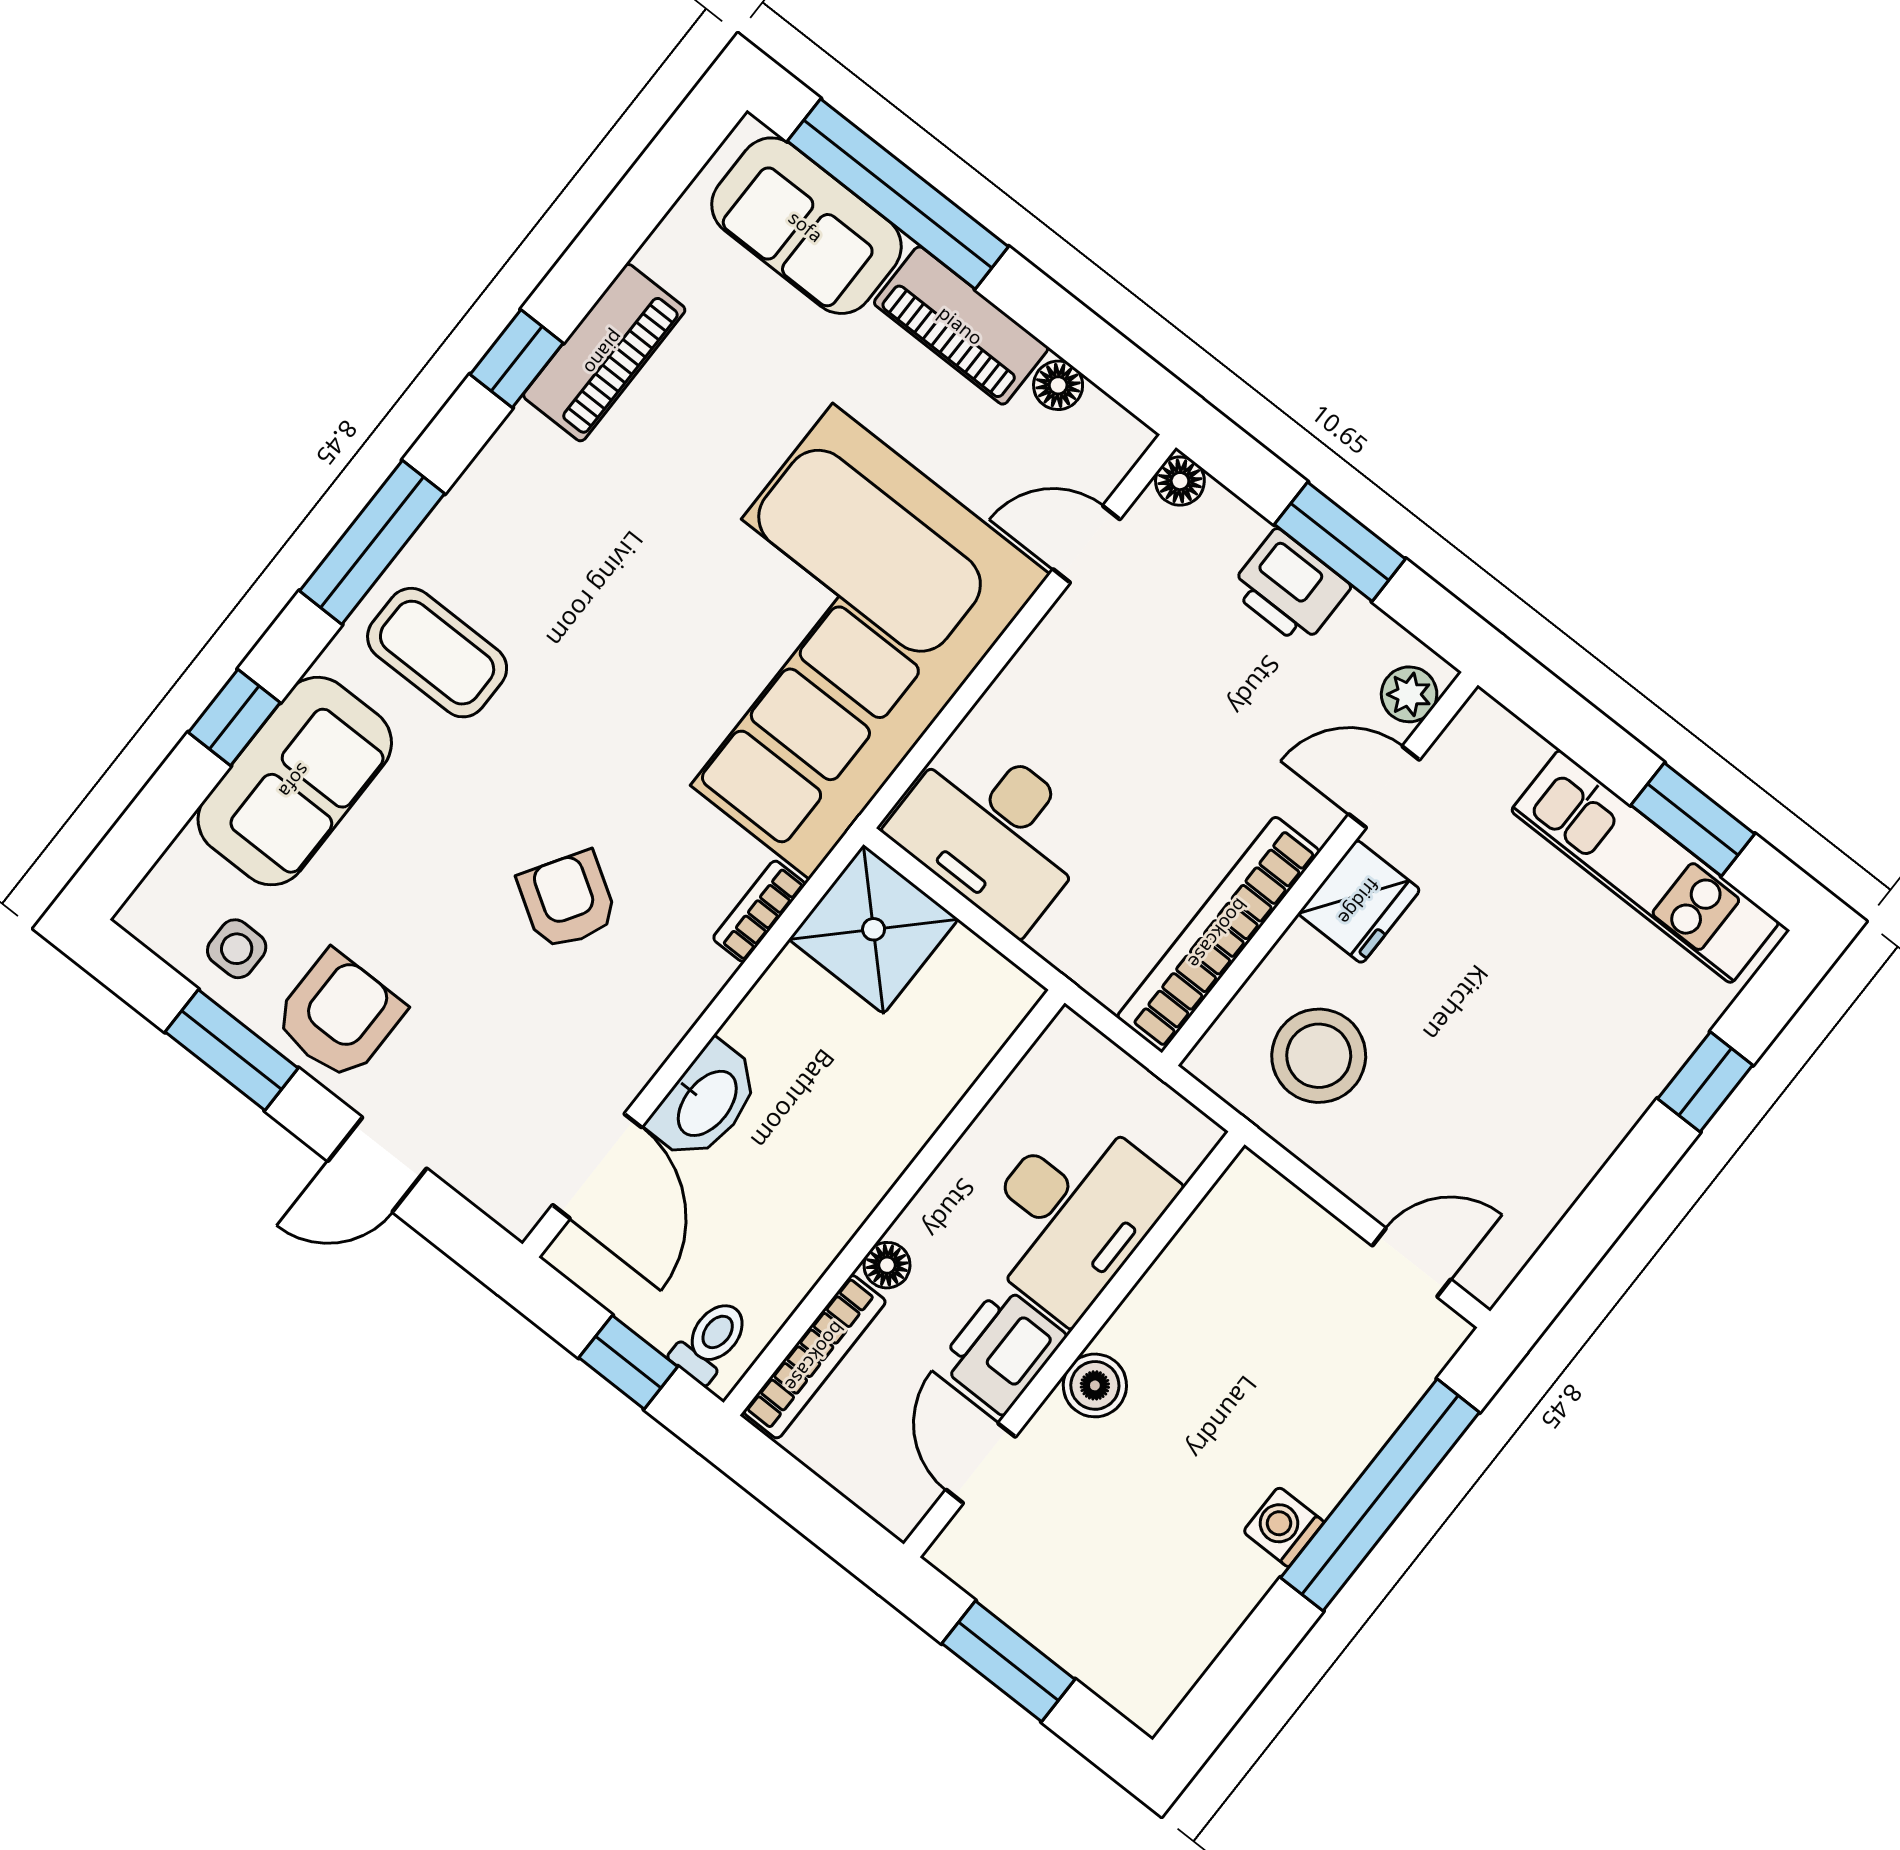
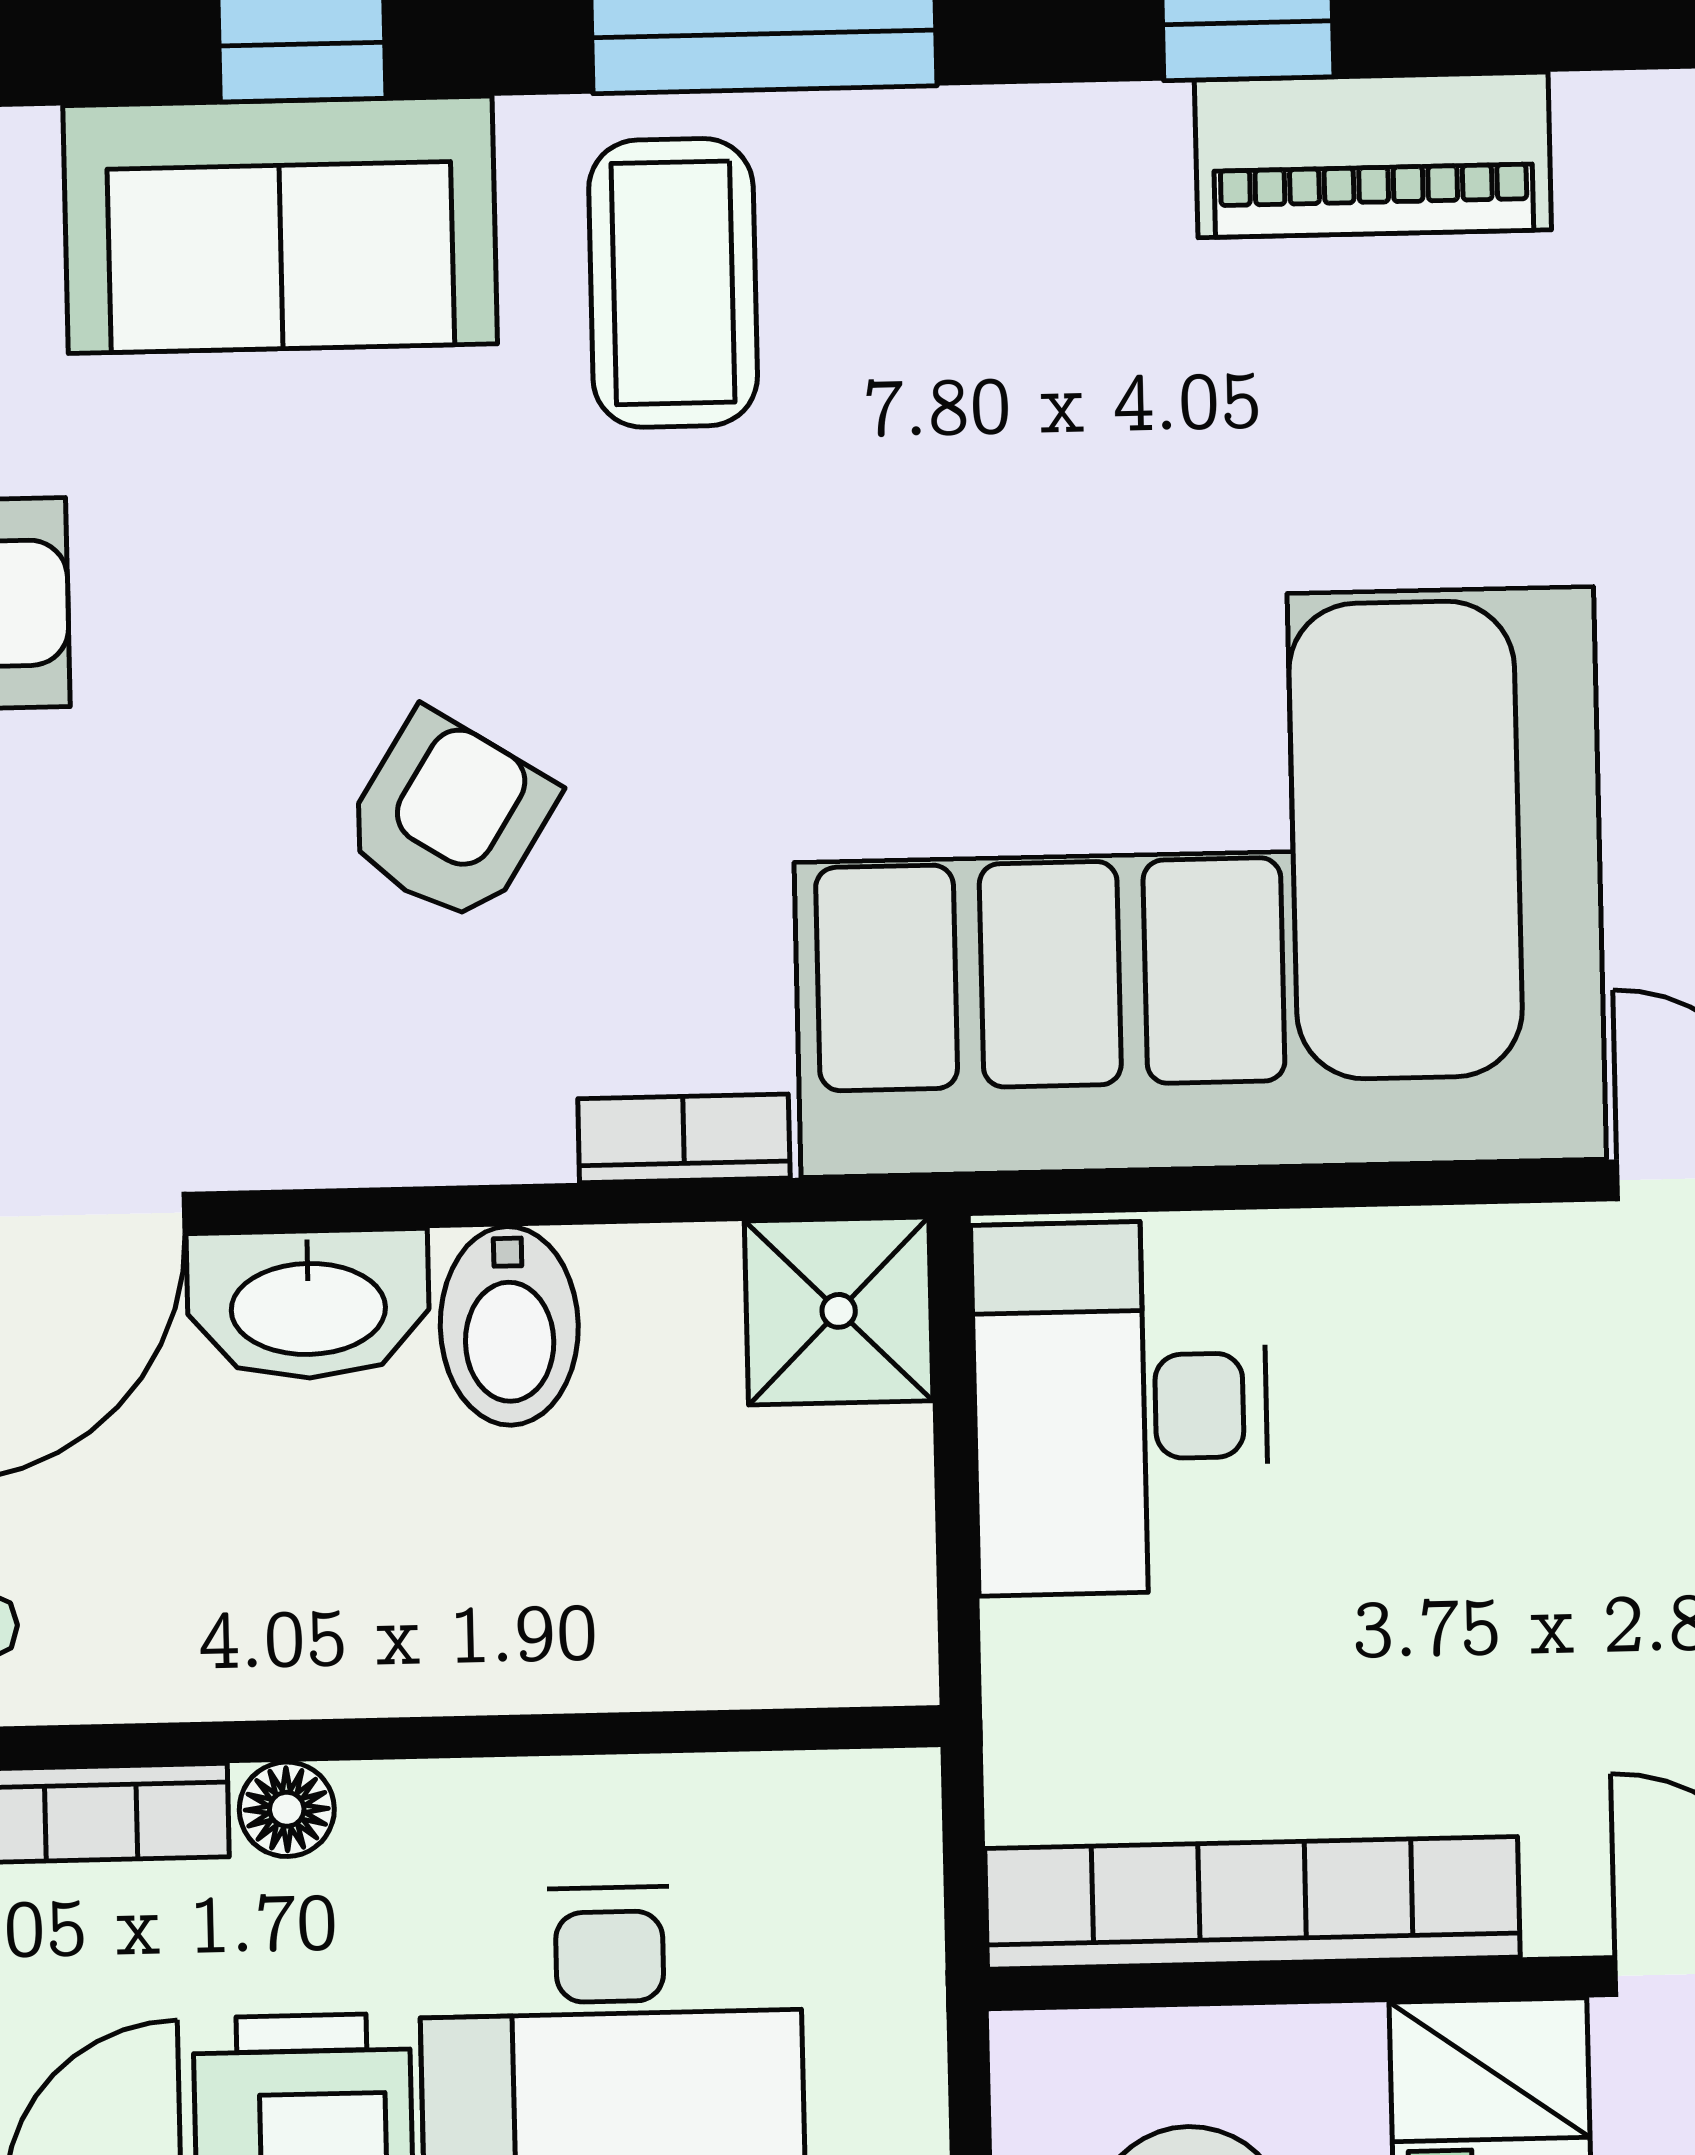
shower: (874, 929) -> (839, 1311), width x0.73, depth x0.73
bidet: (775, 1034) -> (509, 1326), added

